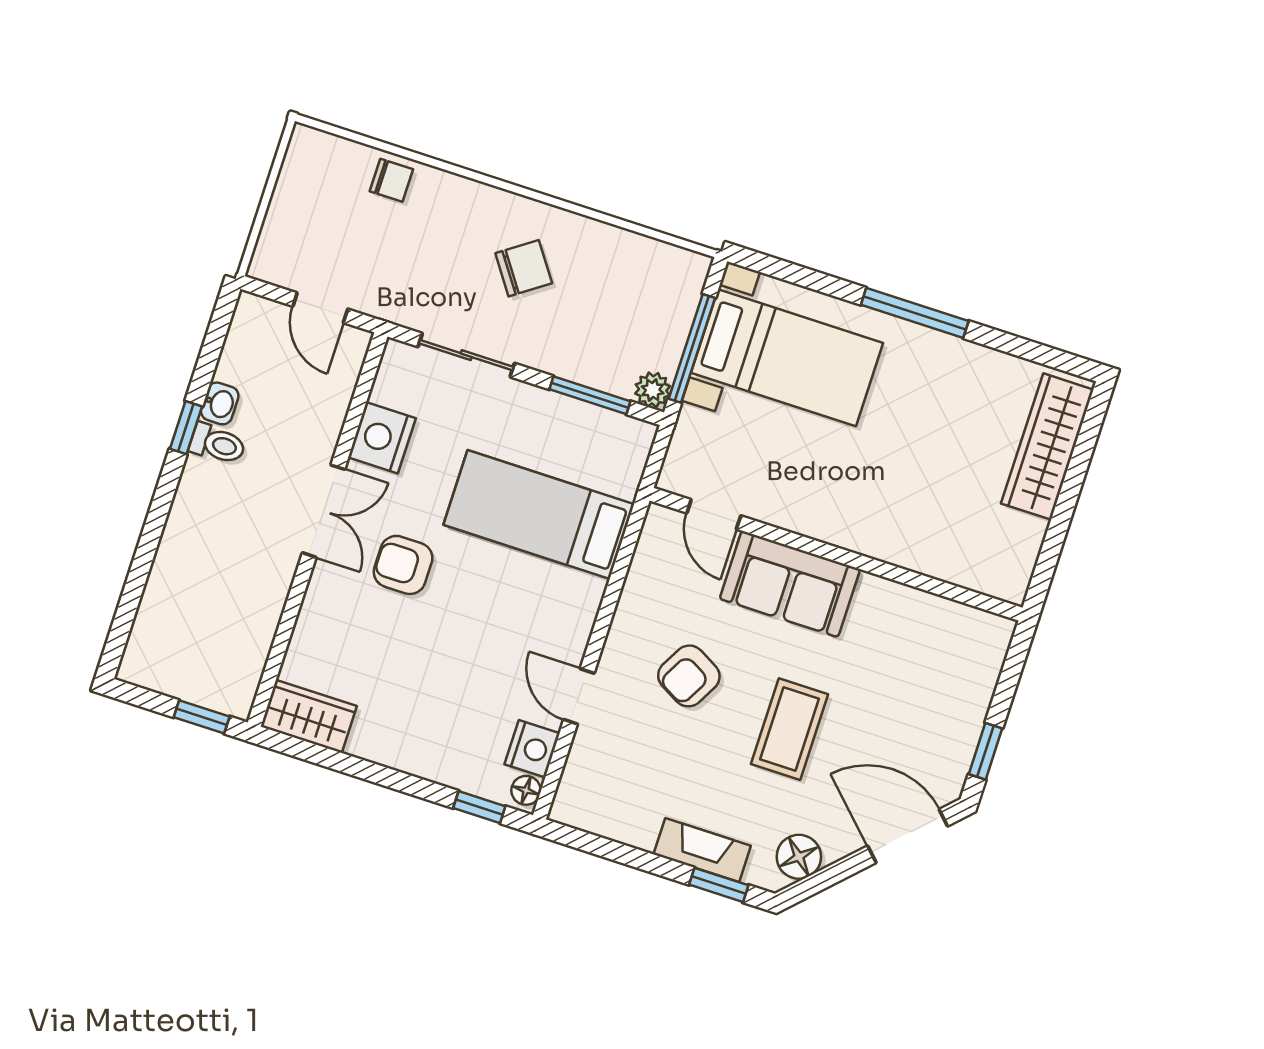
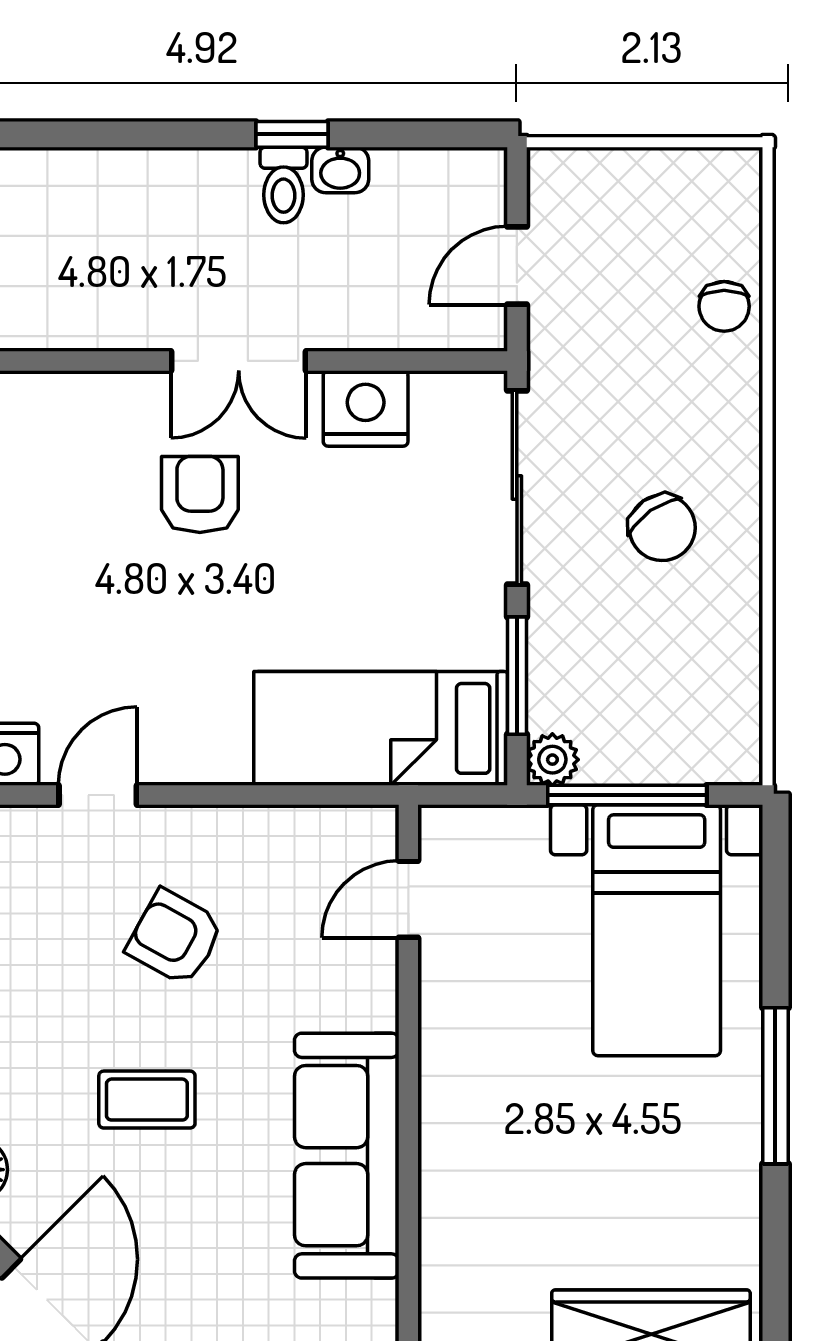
sliding door: (466, 355) -> (517, 488), width x1.37
bed: (539, 515) -> (381, 728), moved, turned -90
sofa: (790, 584) -> (347, 1156), moved, width x1.36
coffee table: (789, 729) -> (147, 1100), width x0.73, depth x0.77

